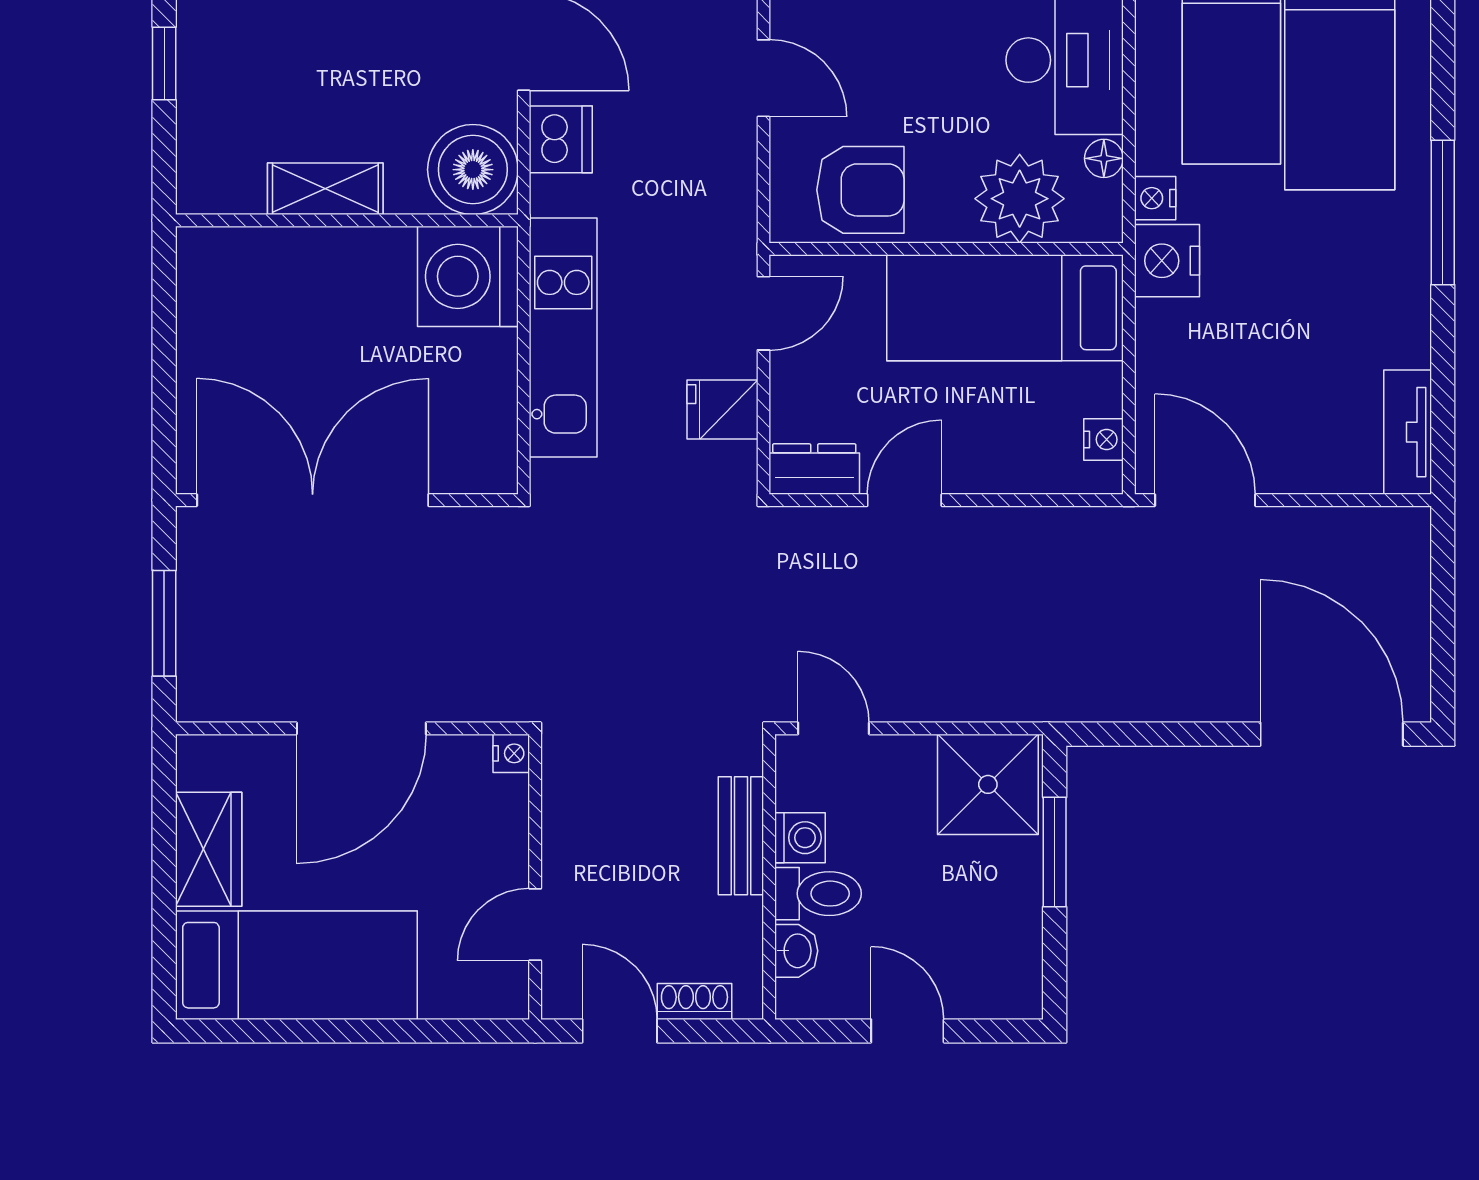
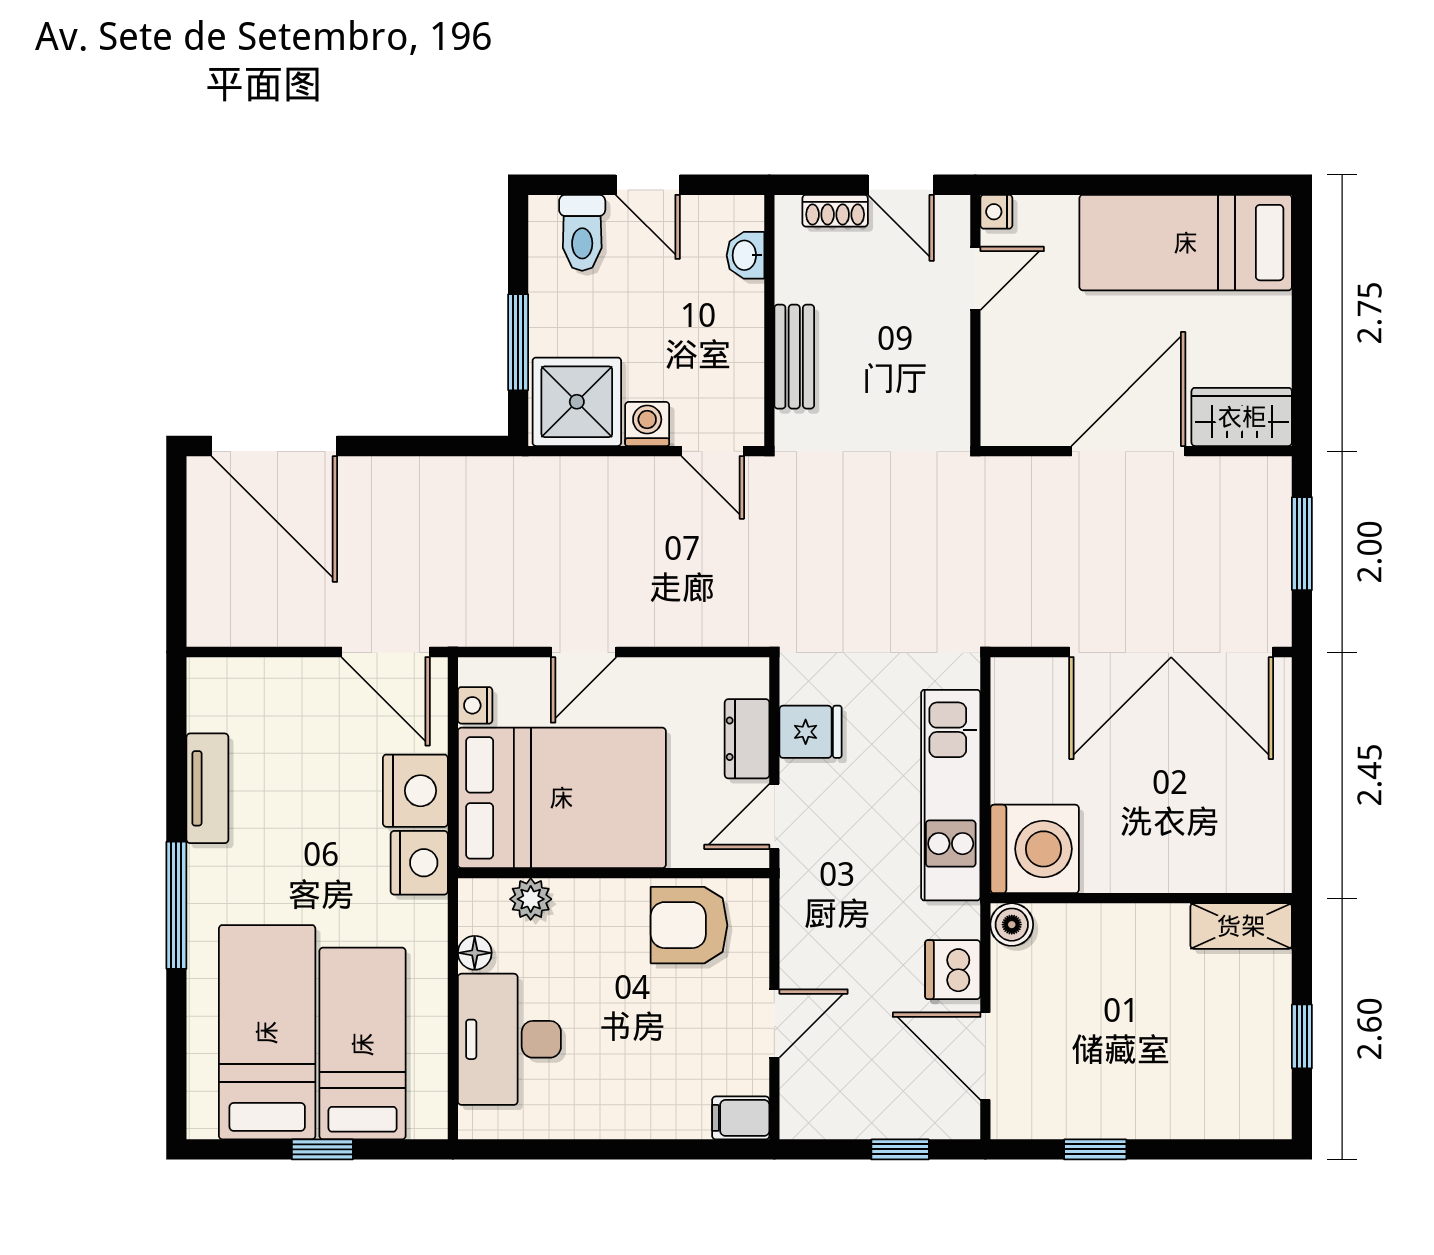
door: (763, 78) -> (774, 1023), swing flipped
boiler: (473, 170) -> (1012, 925), width x0.54, depth x0.54
shelving: (325, 189) -> (1241, 926), moved
nightstand: (1155, 198) -> (415, 791), moved, width x1.89, depth x1.79
plant: (1020, 199) -> (531, 899), width x0.53, depth x0.53
bed: (1005, 308) -> (562, 798), width x1.50
tv unit: (1408, 432) -> (207, 788), moved
dresser: (814, 469) -> (747, 739), moved, turned 90
door: (904, 500) -> (584, 652), moved
nightstand: (511, 753) -> (996, 212), moved
washing machine: (800, 838) -> (647, 424), moved, turned 90
wardrobe: (209, 849) -> (1242, 417), moved, turned 90
toilet: (818, 894) -> (582, 233), moved, turned -90

